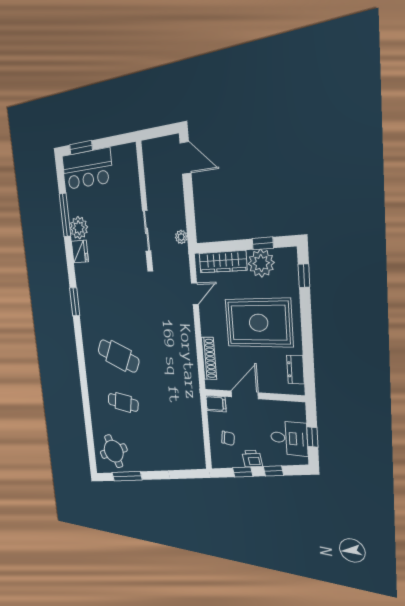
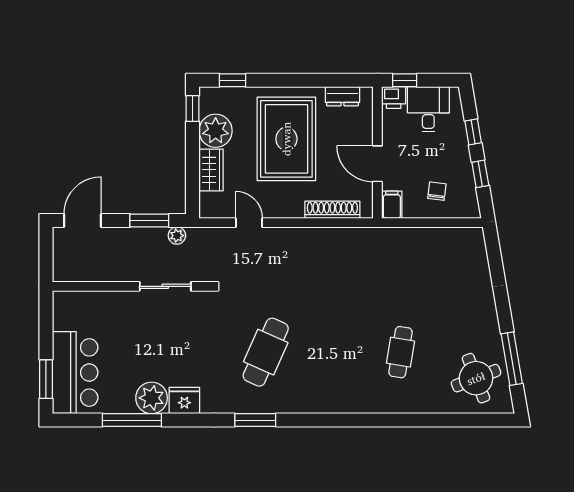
window: (190, 214) -> (149, 220), added
window: (263, 243) -> (193, 109), moved
wardrobe: (223, 262) -> (211, 170), width x0.67
cafe table: (118, 356) -> (266, 352), moved
window: (312, 437) -> (405, 80), moved
printer: (252, 459) -> (394, 97), moved, turned -80

